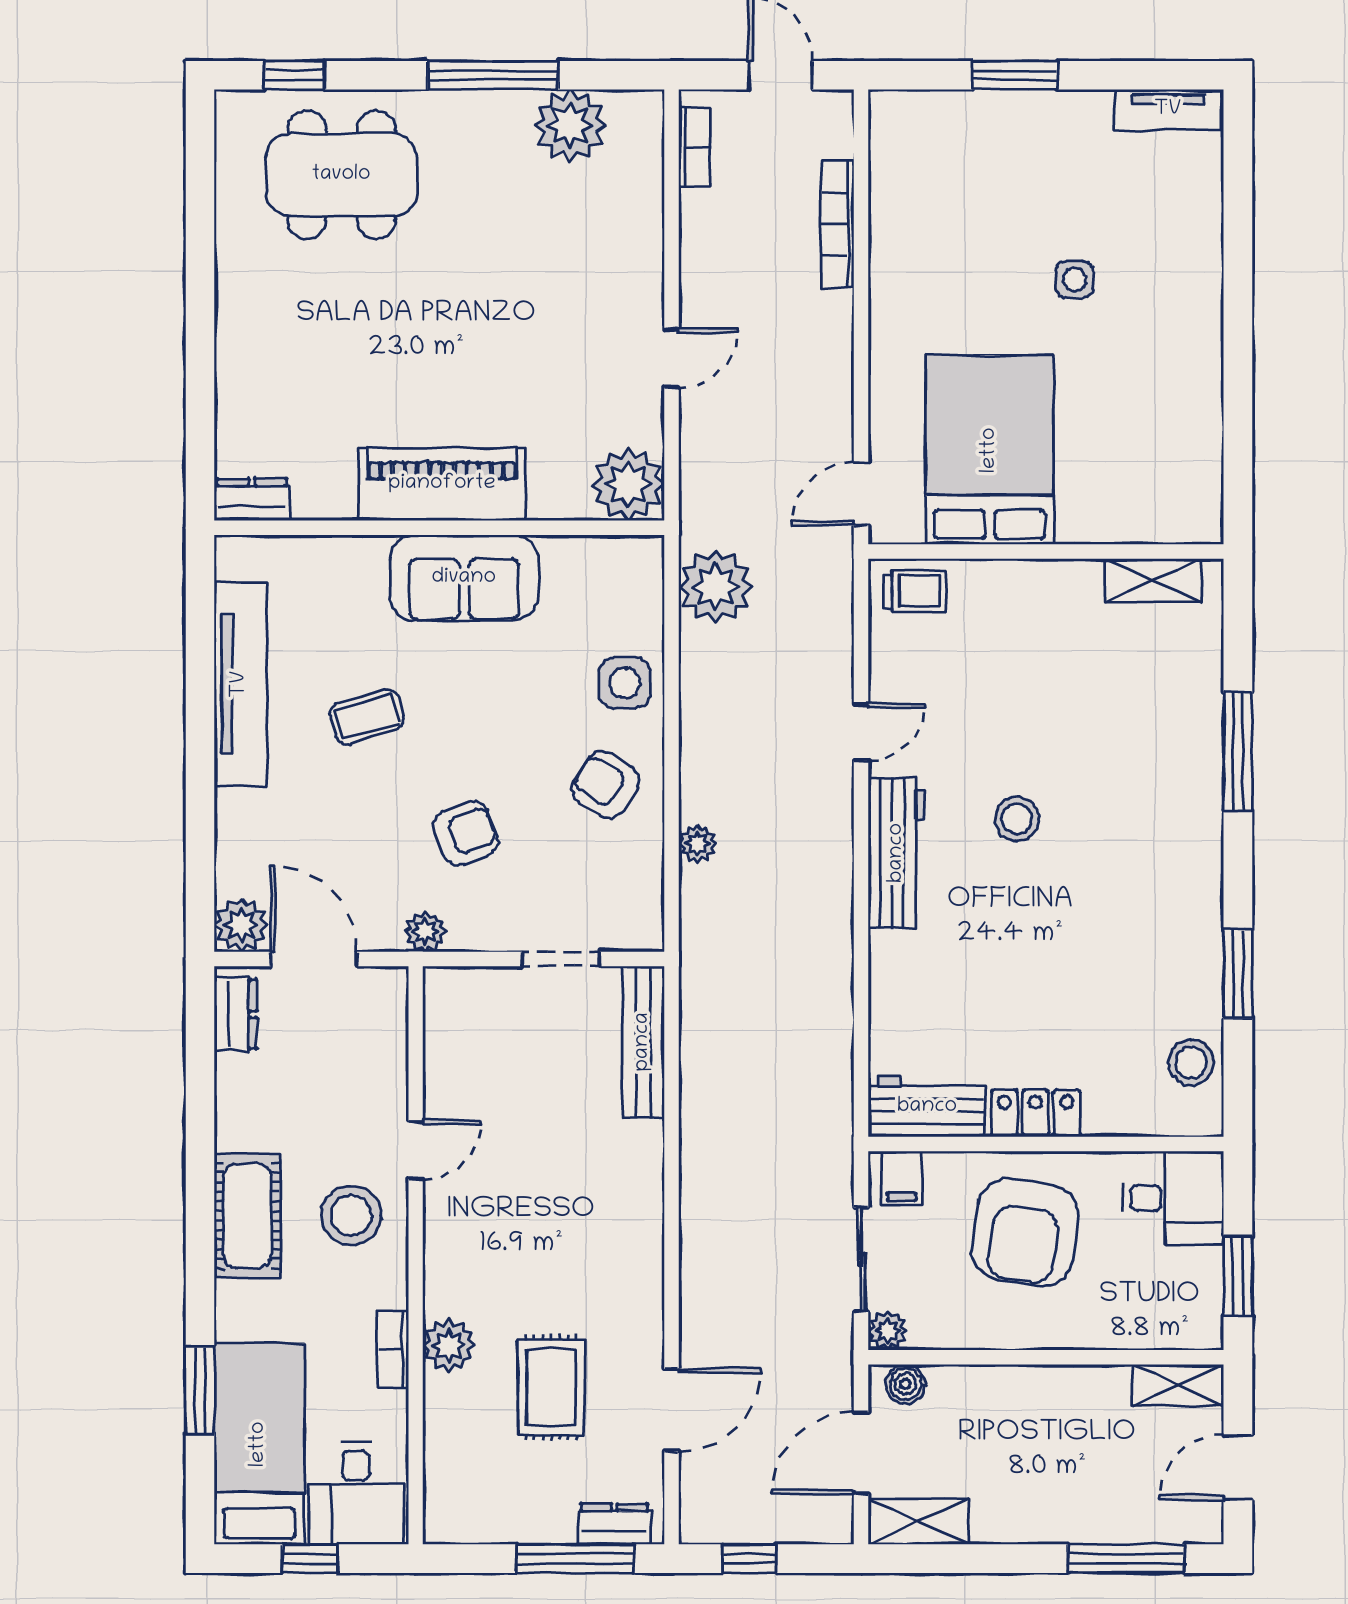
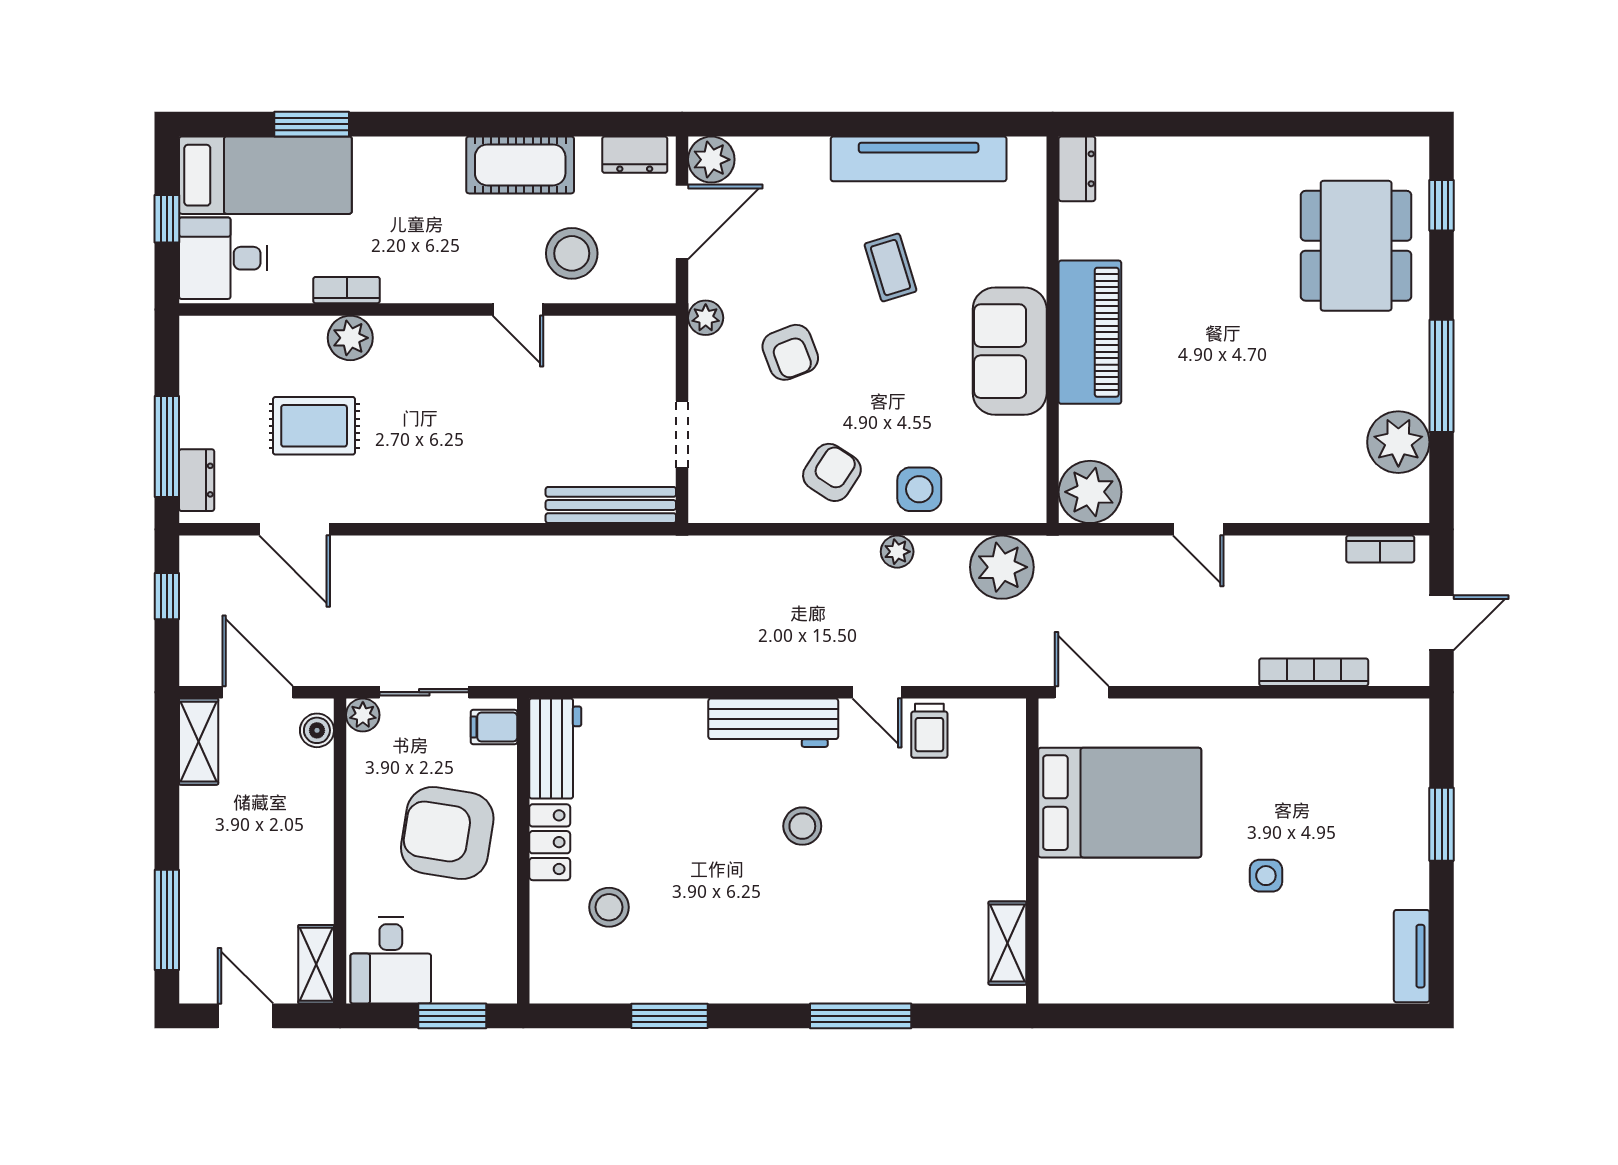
trolley: (915, 591) -> (929, 731), moved
plant: (697, 844) -> (897, 552), moved
stool: (1191, 1063) -> (609, 907), moved
desk: (1173, 1198) -> (391, 960), moved
stool: (351, 1215) -> (572, 253), moved
cot: (247, 1216) -> (520, 165), moved
window: (1238, 1276) -> (452, 1016), moved

